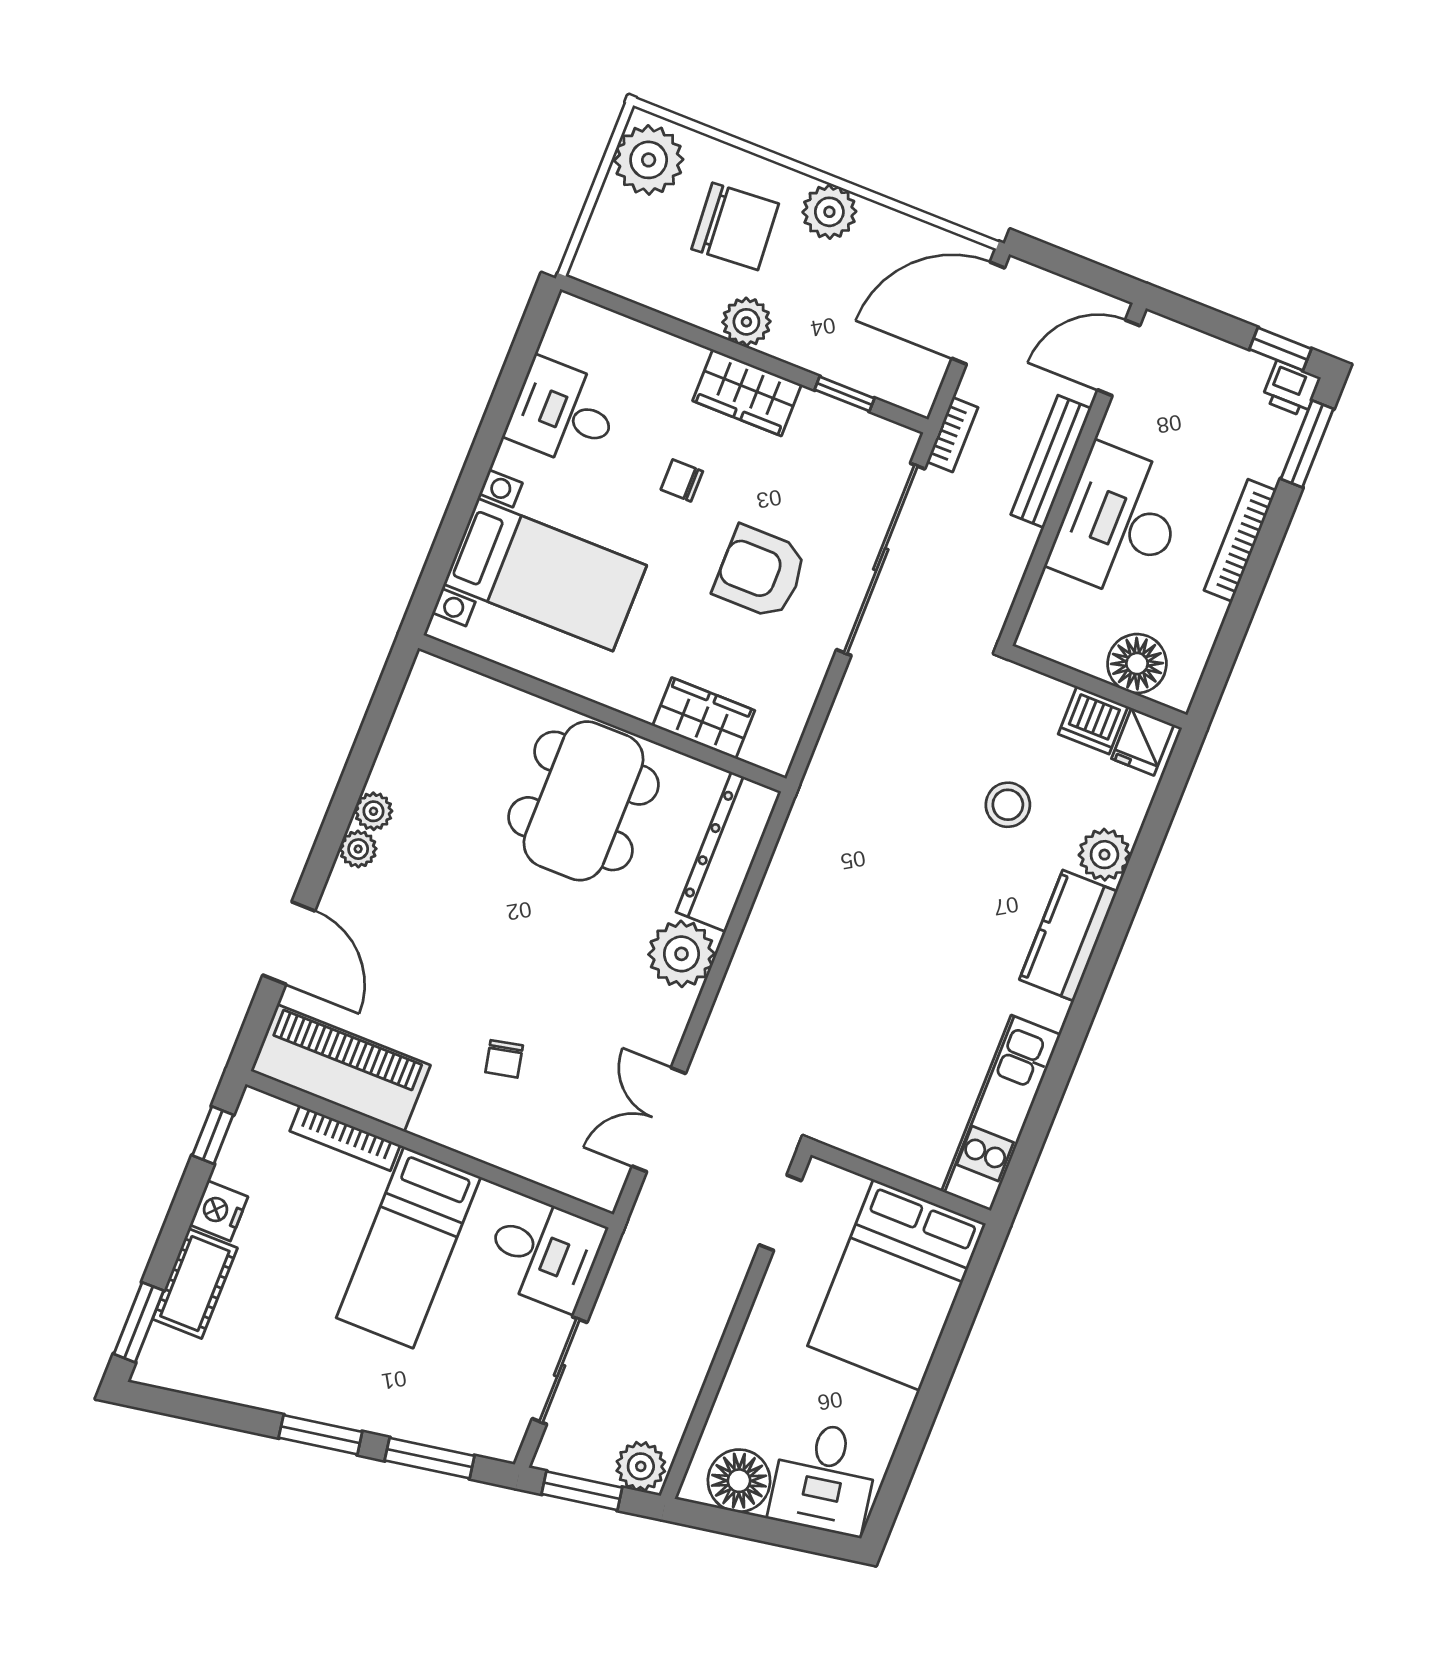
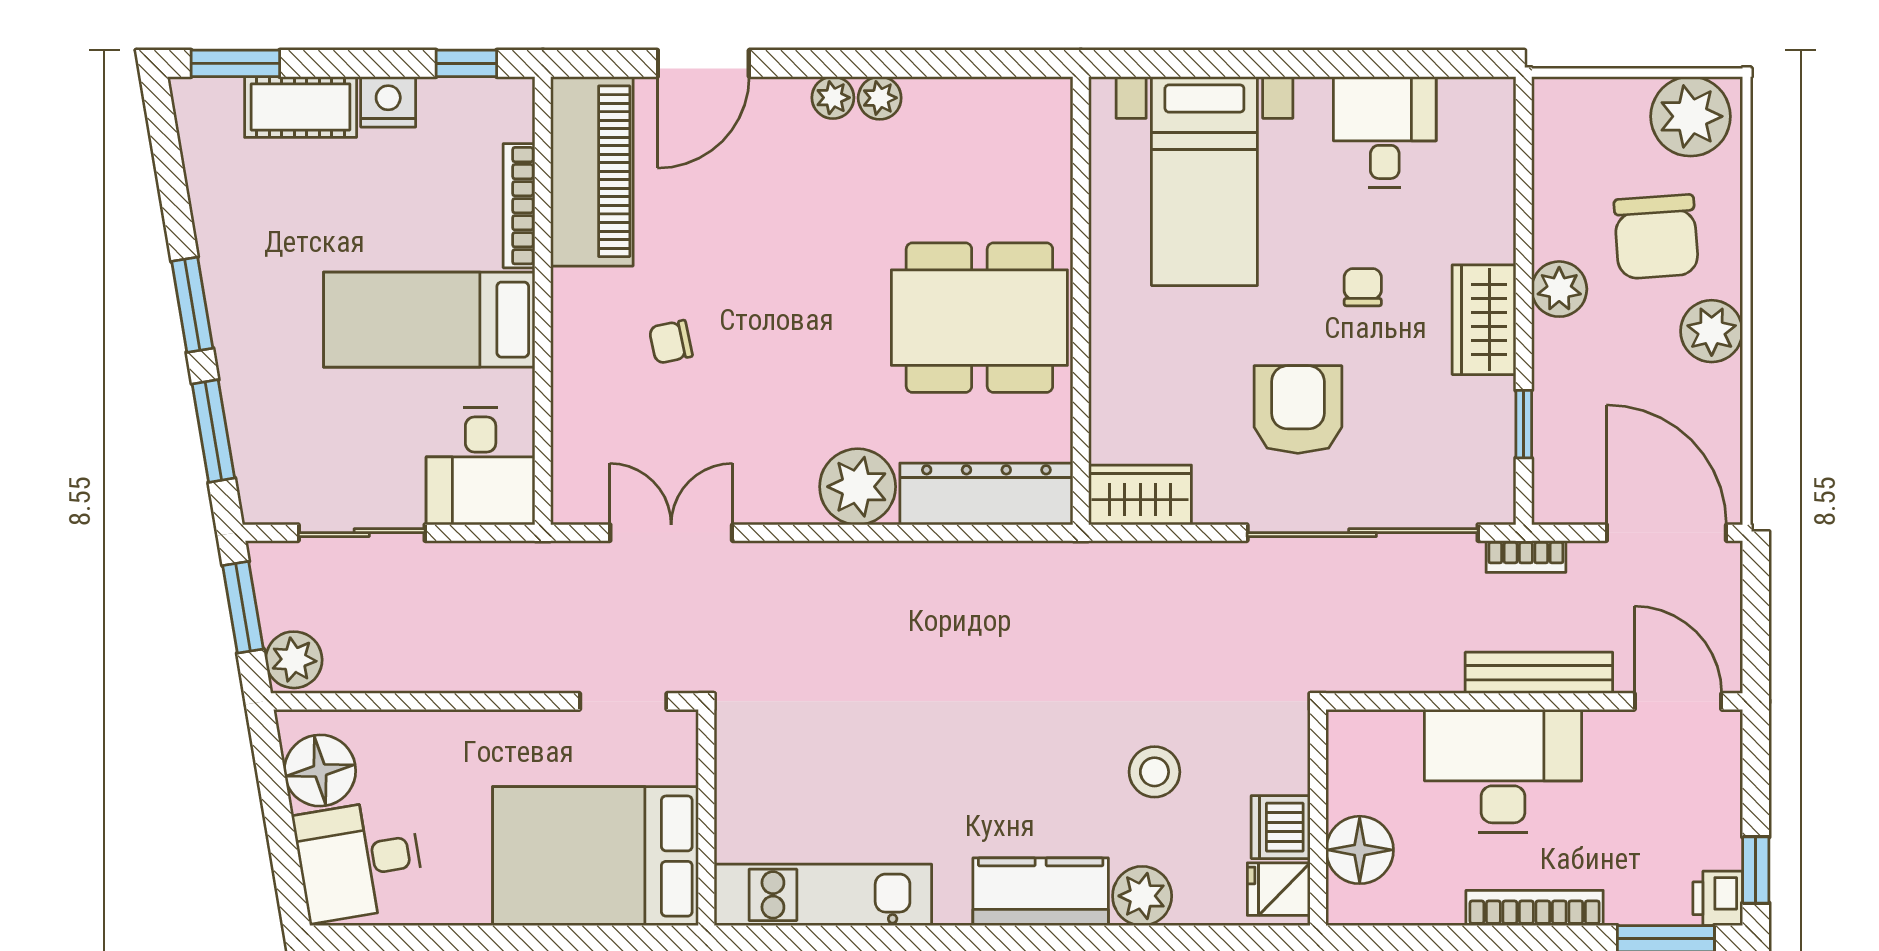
wardrobe: (704, 718) -> (1140, 495), moved, turned -90

